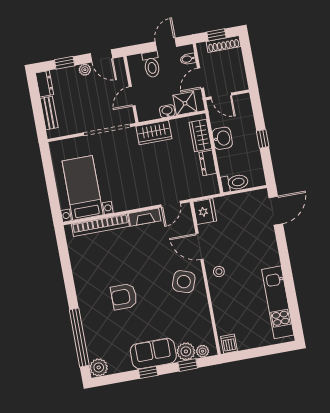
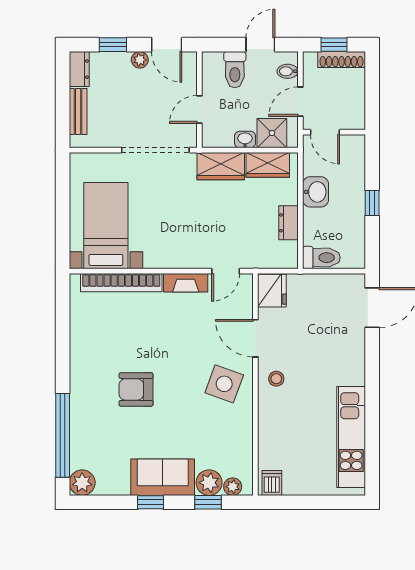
wardrobe: (201, 135) -> (268, 165), moved, turned -90

